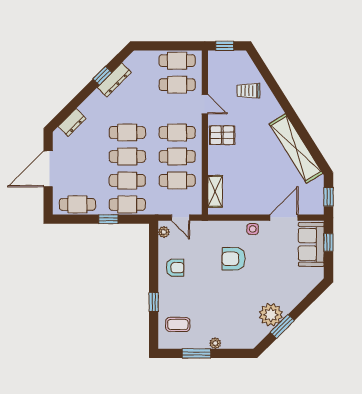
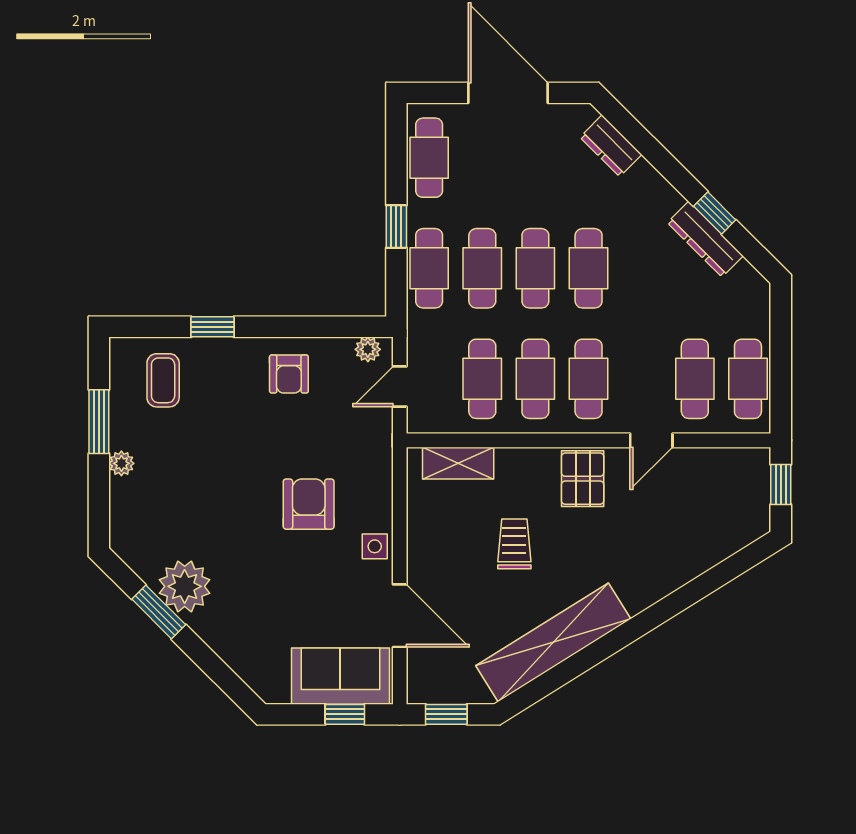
trolley: (248, 91) -> (514, 544), moved

